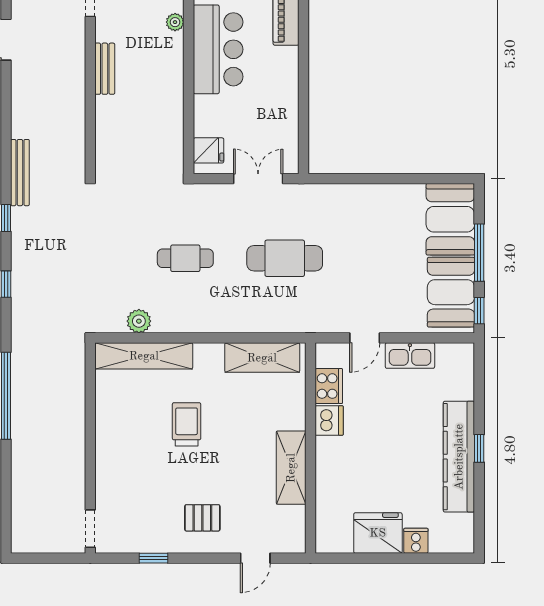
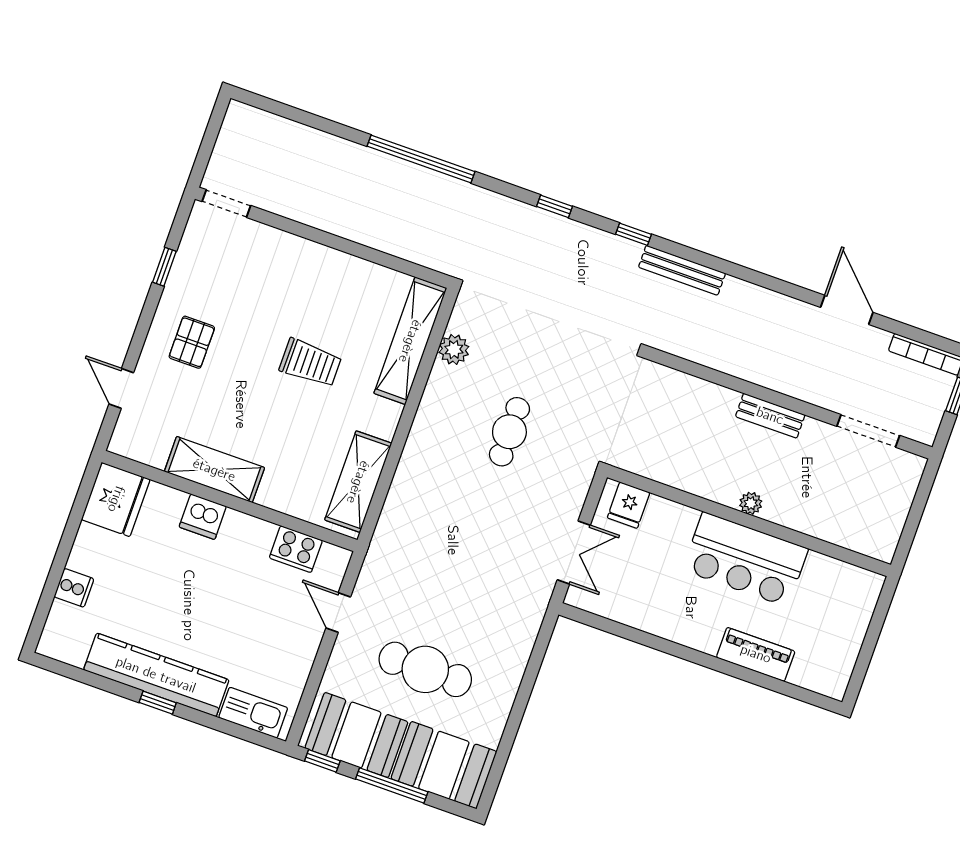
plant: (175, 22) -> (751, 503), moved
cafe table: (285, 258) -> (425, 669), moved, turned 90
kitchen sink: (410, 356) -> (253, 713), moved, turned 90
dishwasher: (329, 421) -> (203, 517), moved
fridge: (378, 533) -> (116, 499), moved

